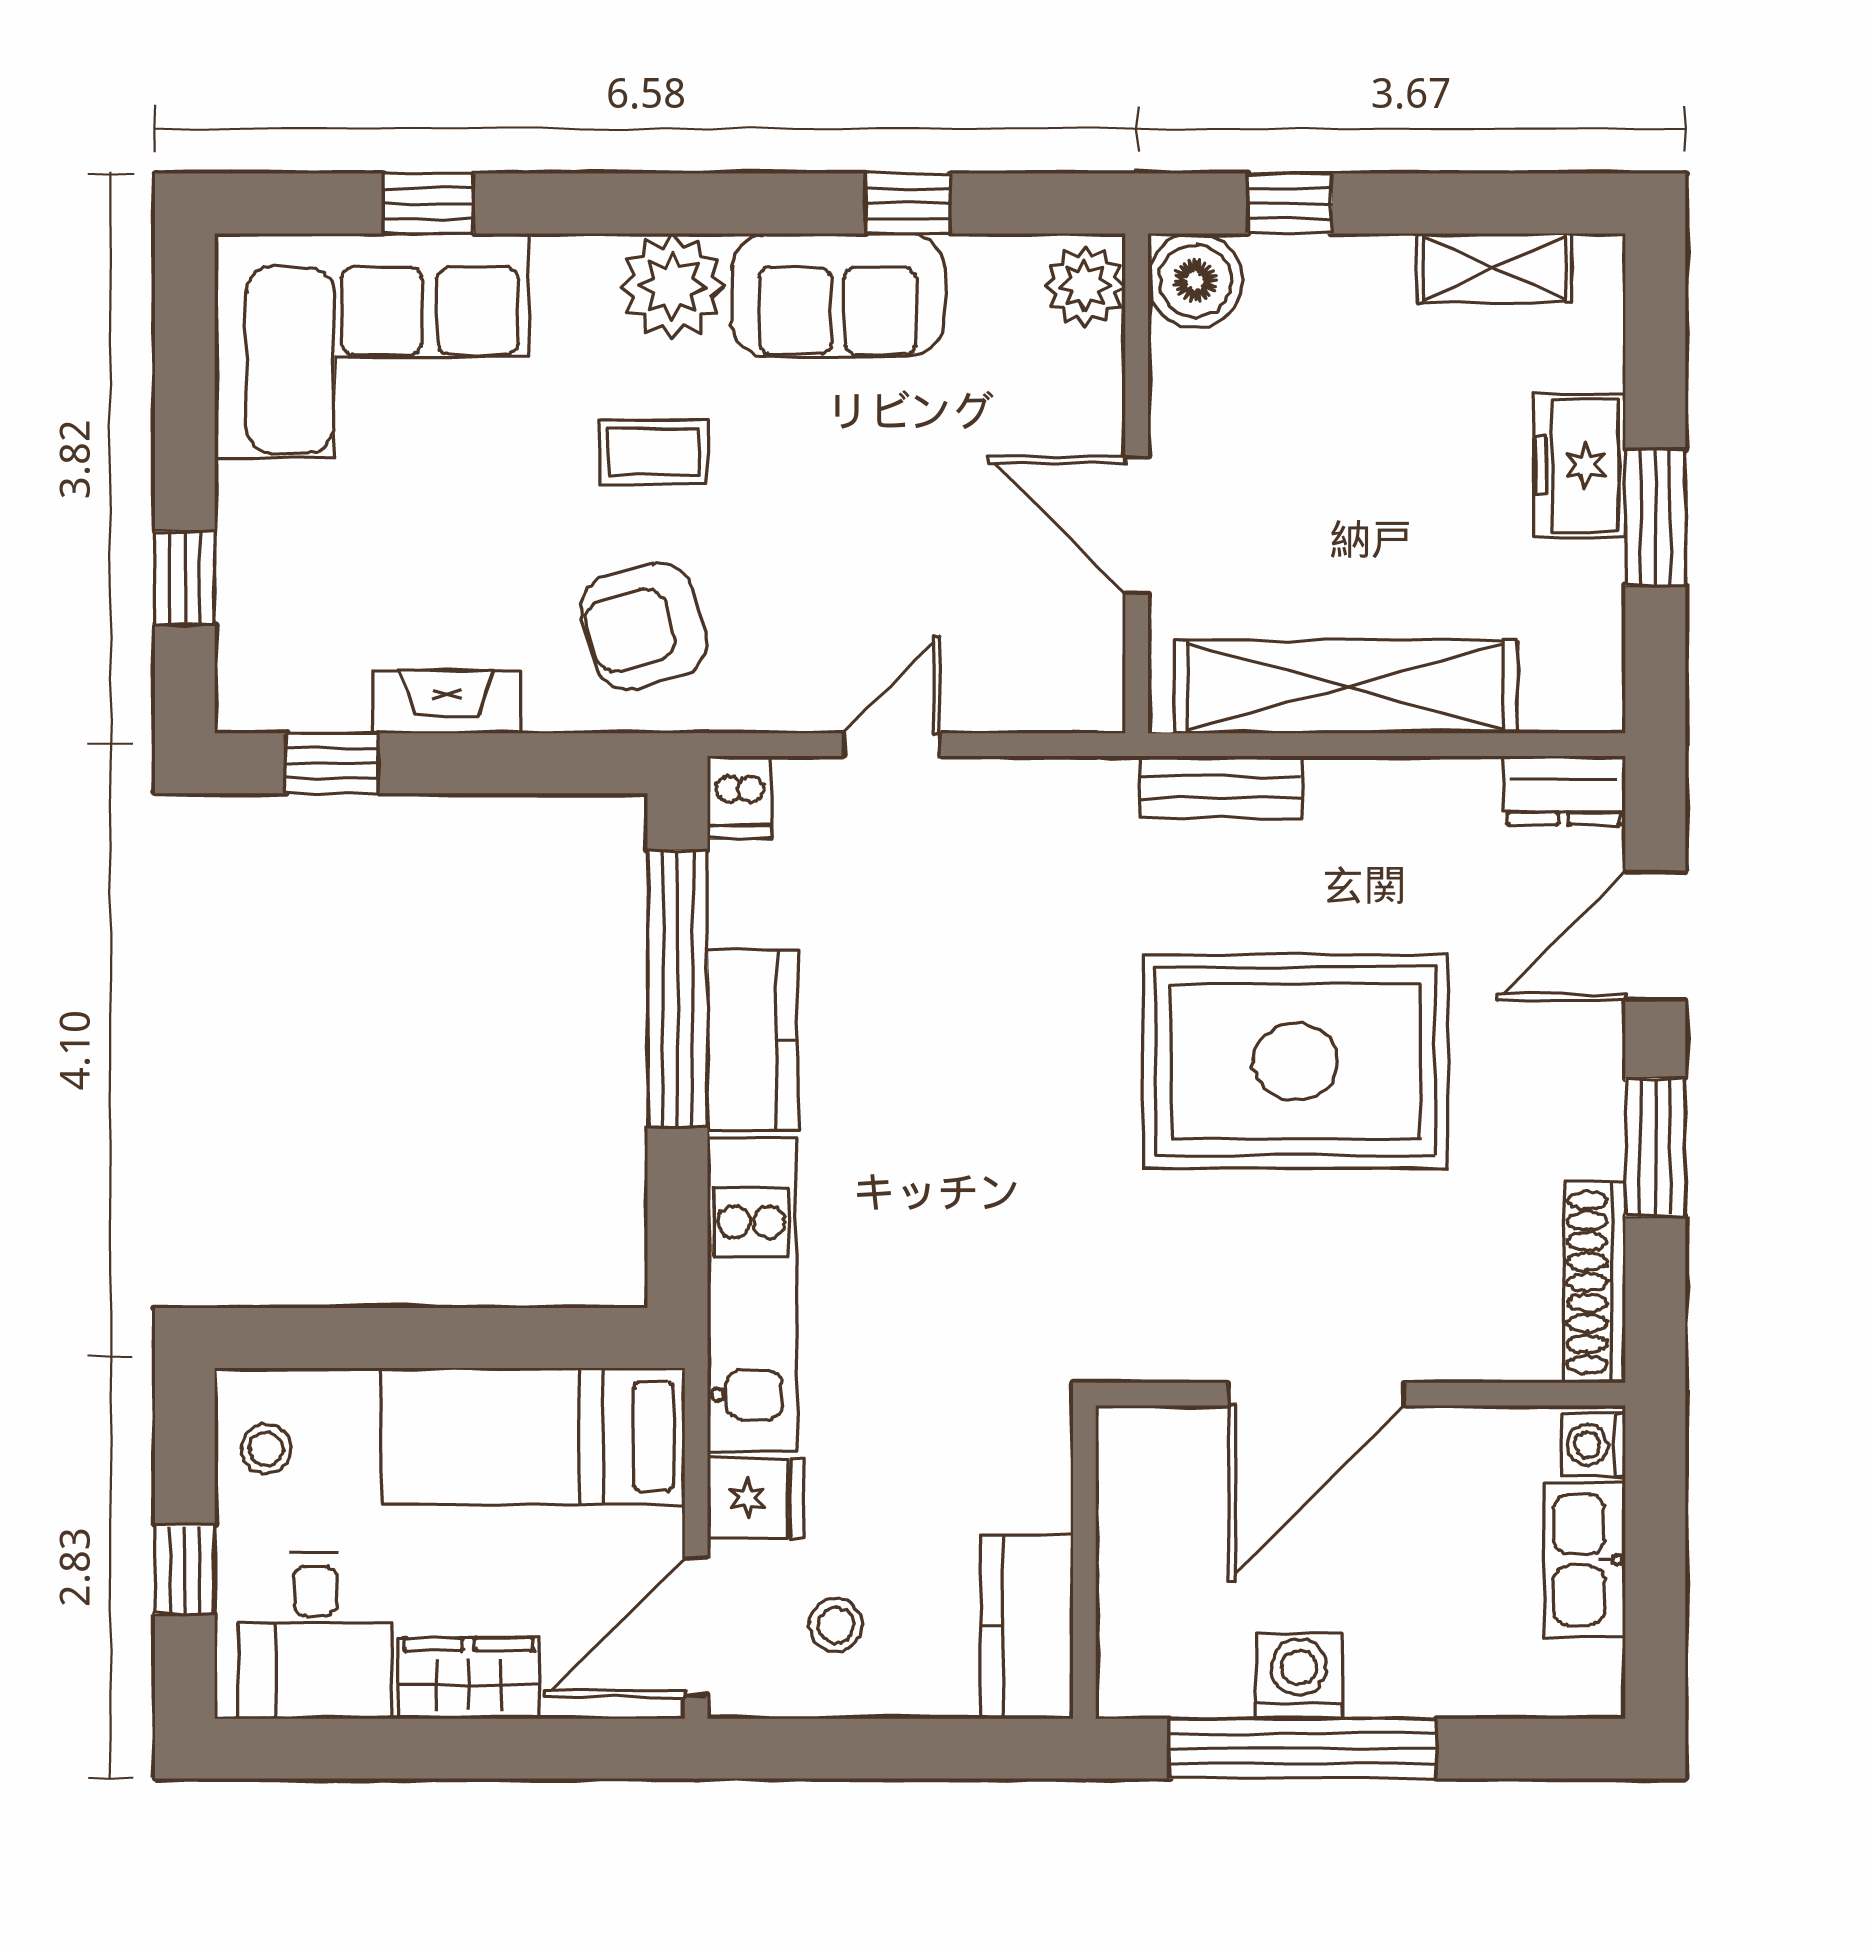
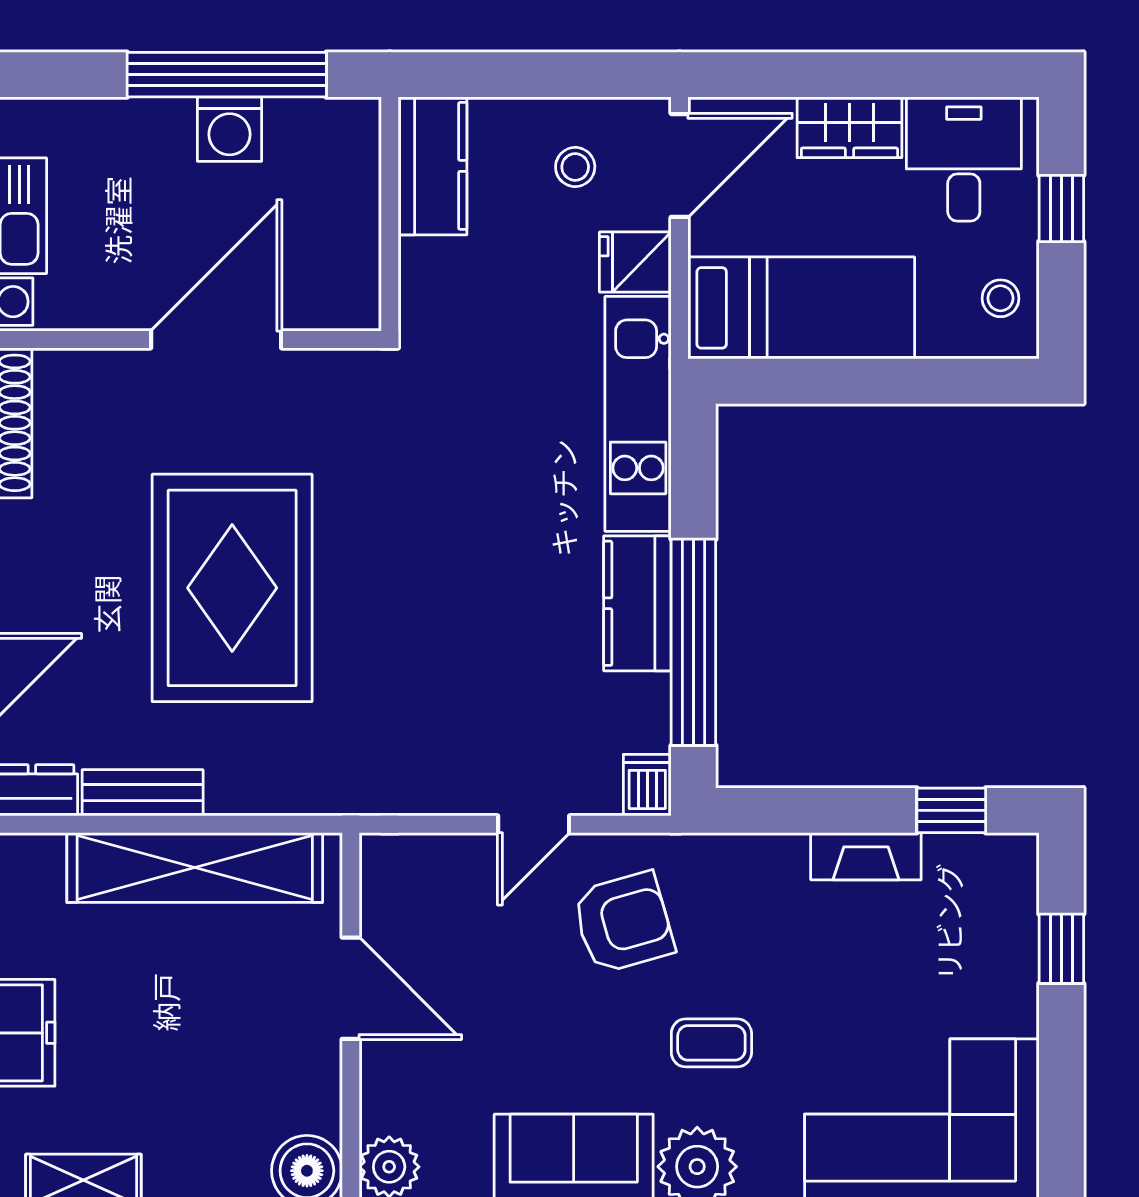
armchair: (644, 626) -> (623, 923), moved
bench: (1221, 787) -> (143, 793), moved
rug: (1295, 1061) -> (232, 588), turned 90

